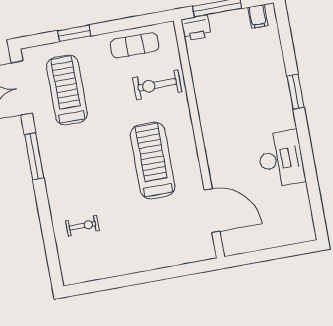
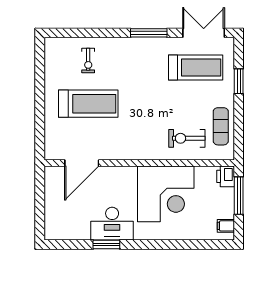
exercise bike: (157, 85) -> (187, 138), turned -90
window: (296, 92) -> (106, 245), moved
corner desk: (232, 99) -> (166, 194), added
treadmill: (153, 161) -> (88, 104), moved

